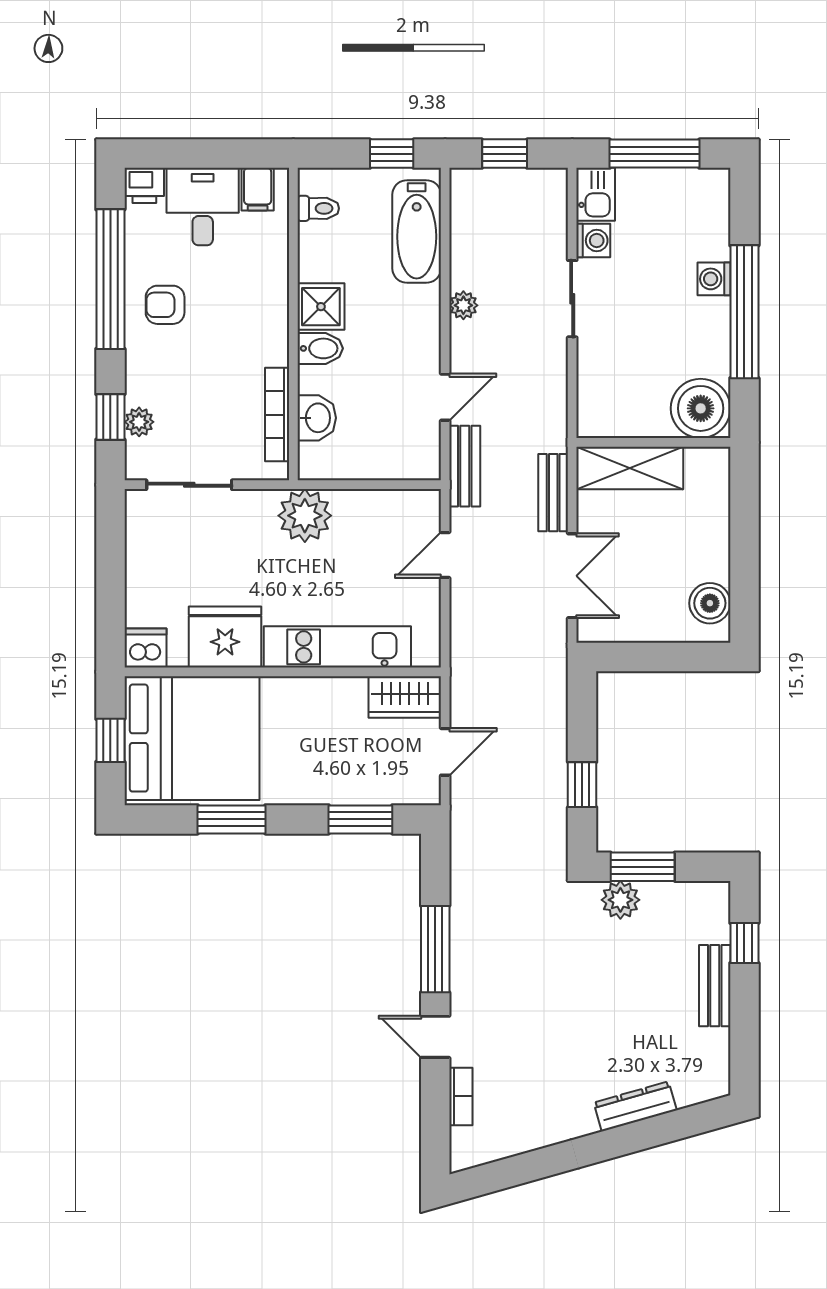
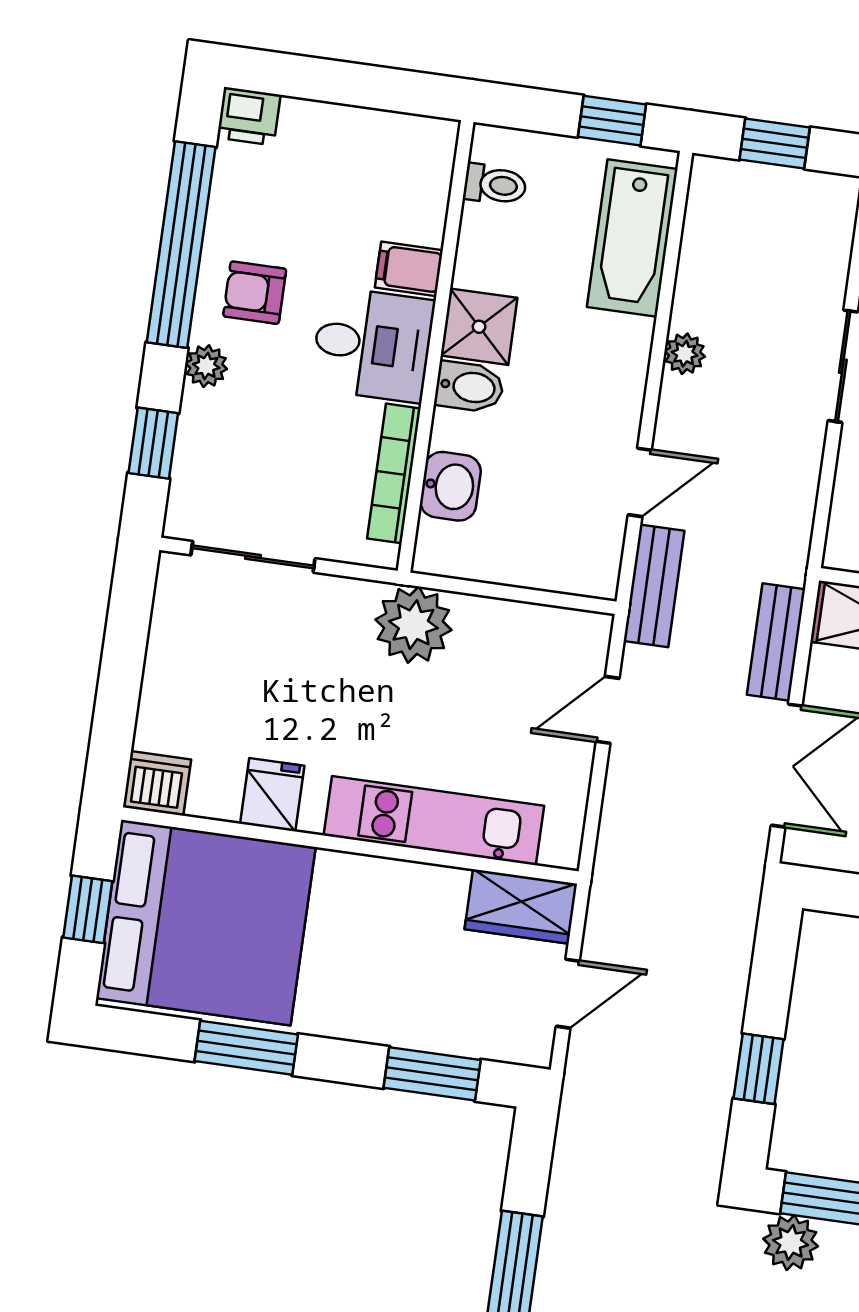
filing cabinet: (258, 189) -> (409, 269), moved, turned 90
desk: (203, 207) -> (373, 344), moved, turned 90
plant: (139, 422) -> (206, 366), moved
fridge: (225, 637) -> (272, 795), width x0.53, depth x0.75

